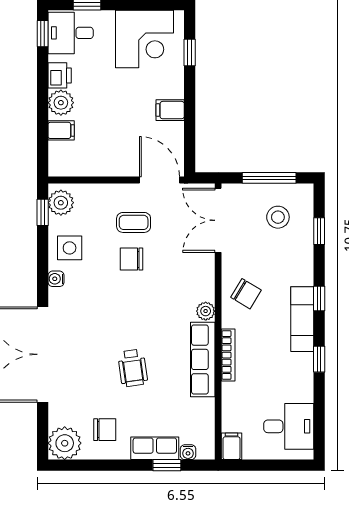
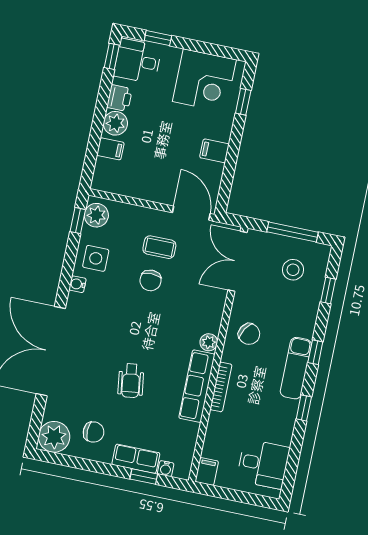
chair: (132, 259) -> (151, 280), turned -90

